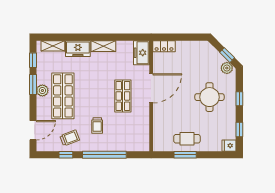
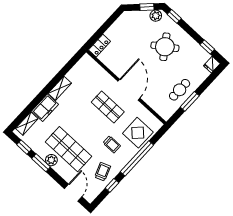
freezer: (142, 53) -> (89, 66), removed
door: (151, 88) -> (129, 90), moved
round table: (210, 97) -> (165, 47), turned -35
window: (239, 99) -> (174, 16), moved
display table: (125, 137) -> (138, 133), added

